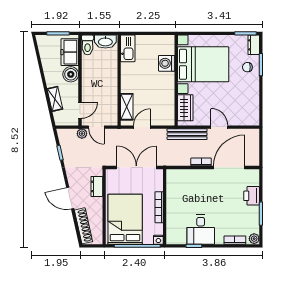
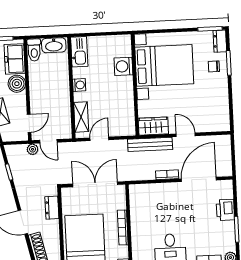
washing machine: (126, 78) -> (79, 85), added
wardrobe: (185, 108) -> (153, 126), moved, turned -90

